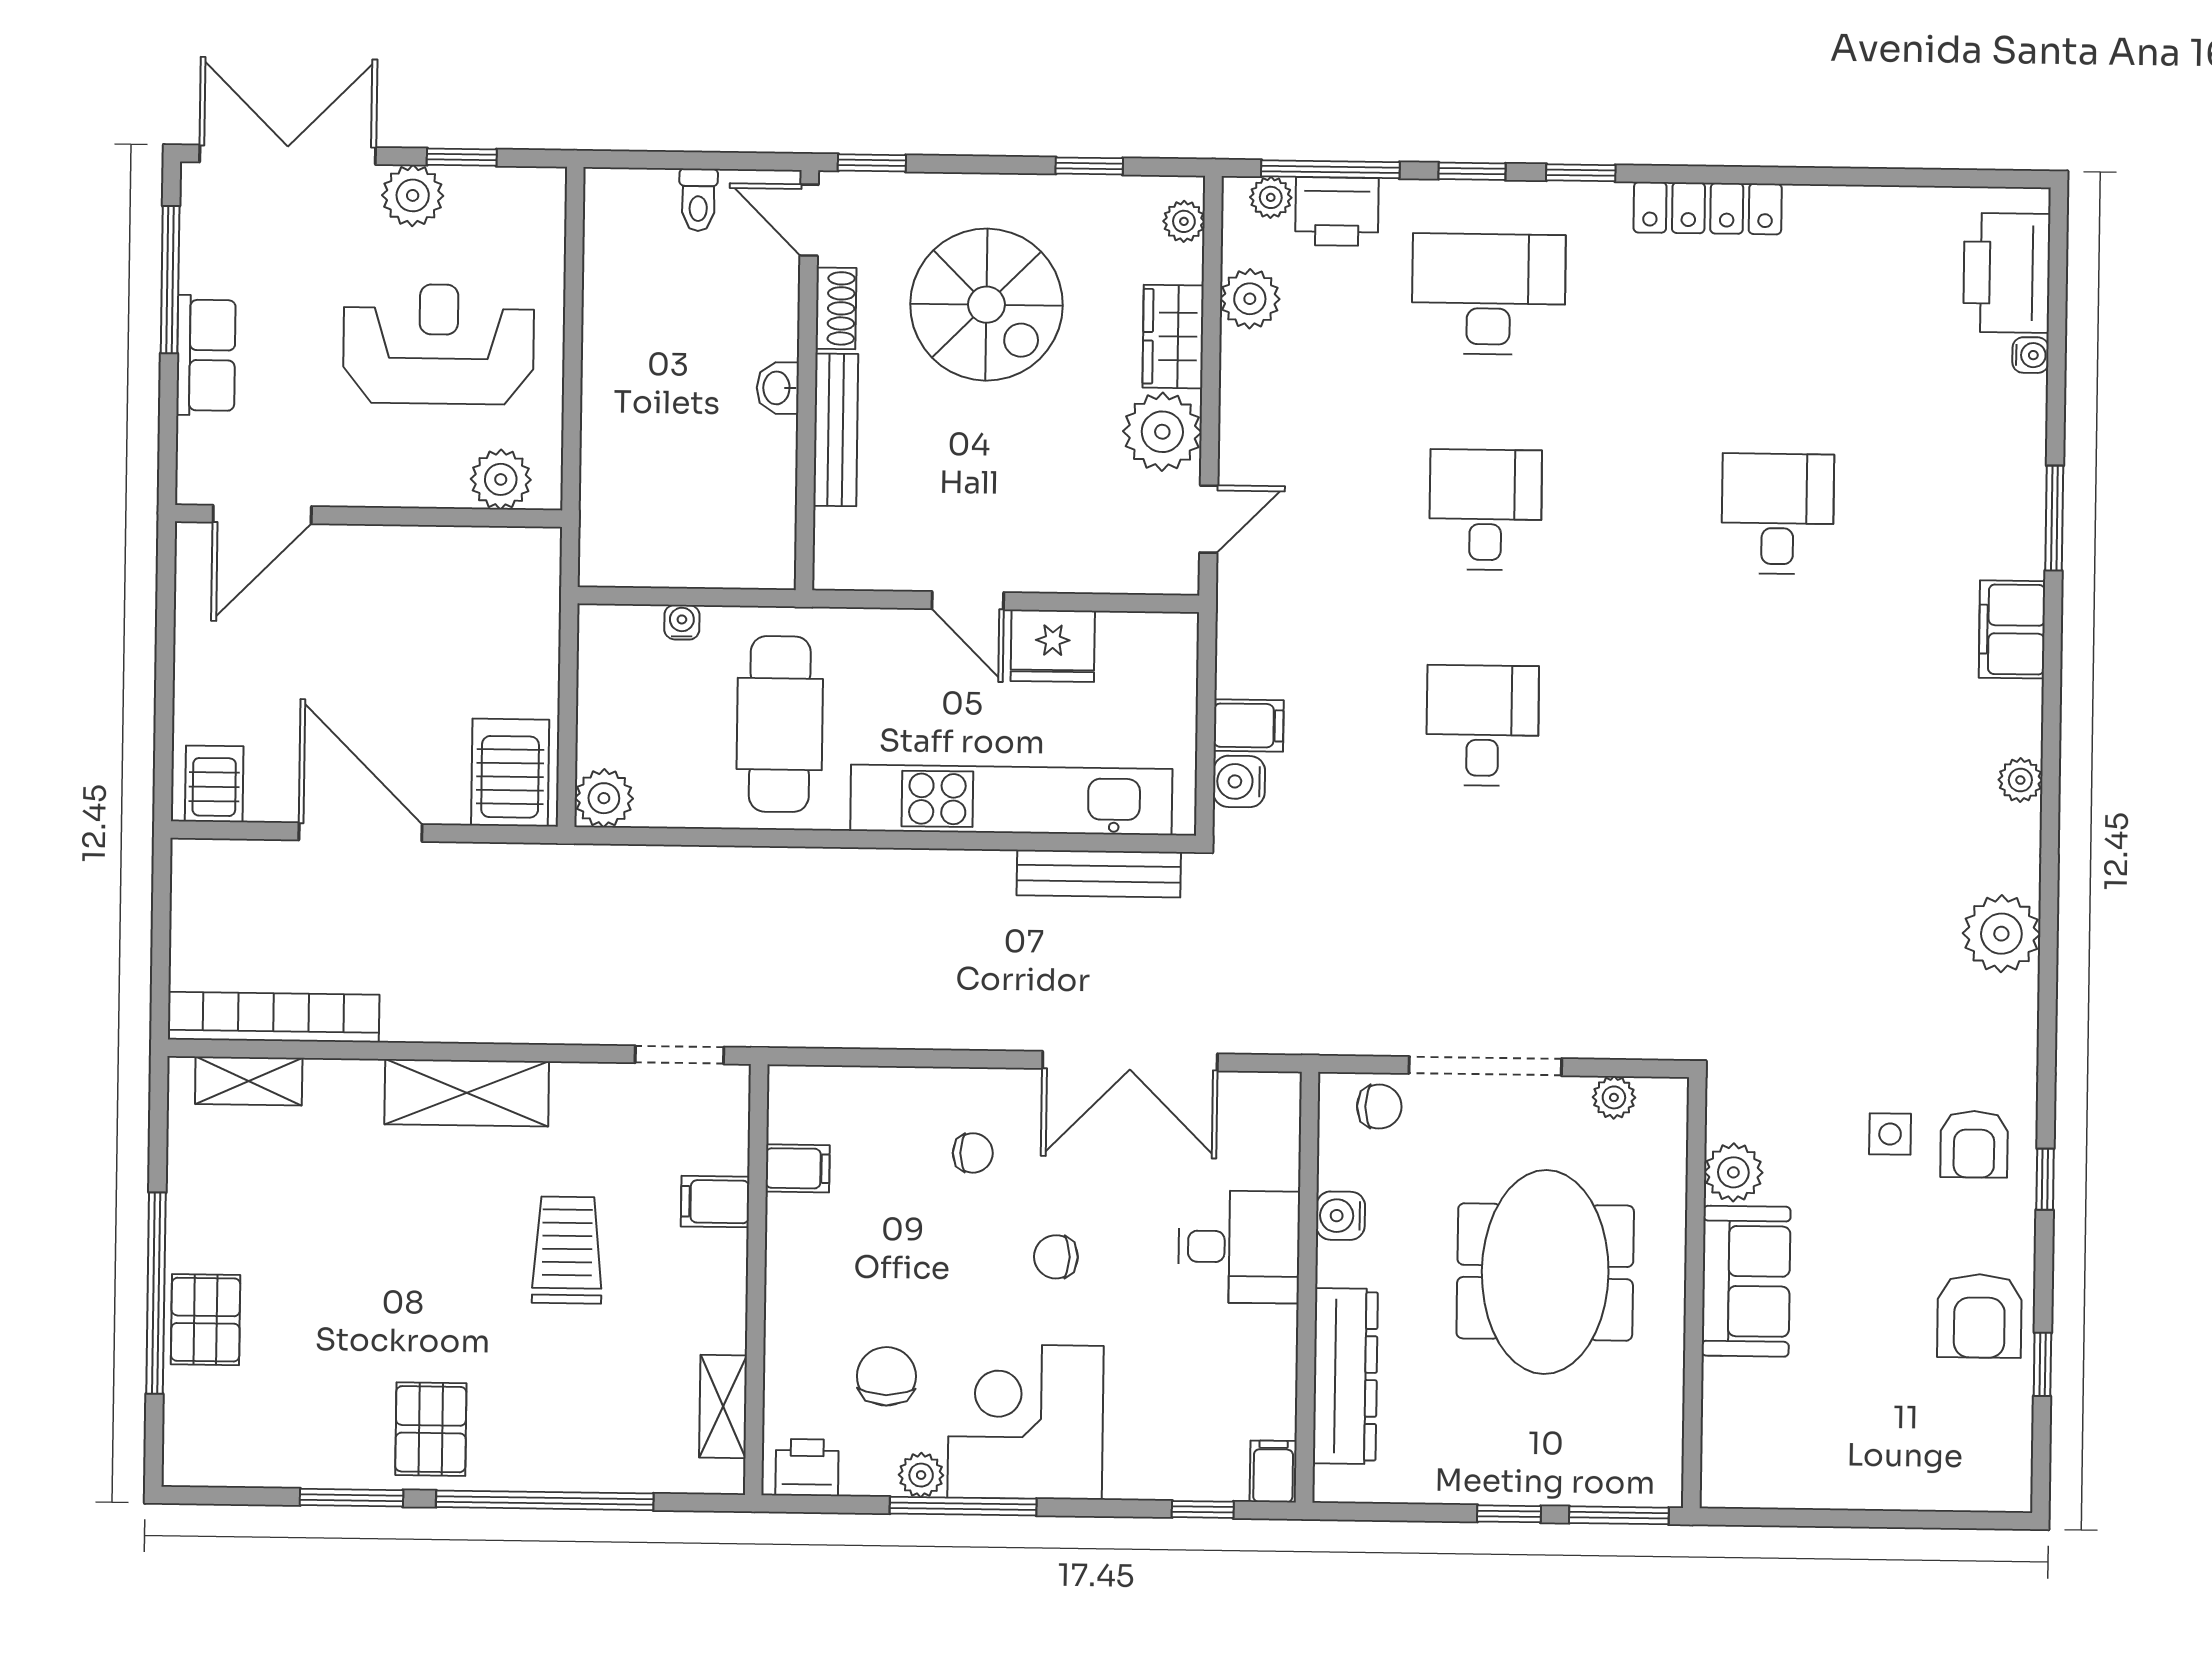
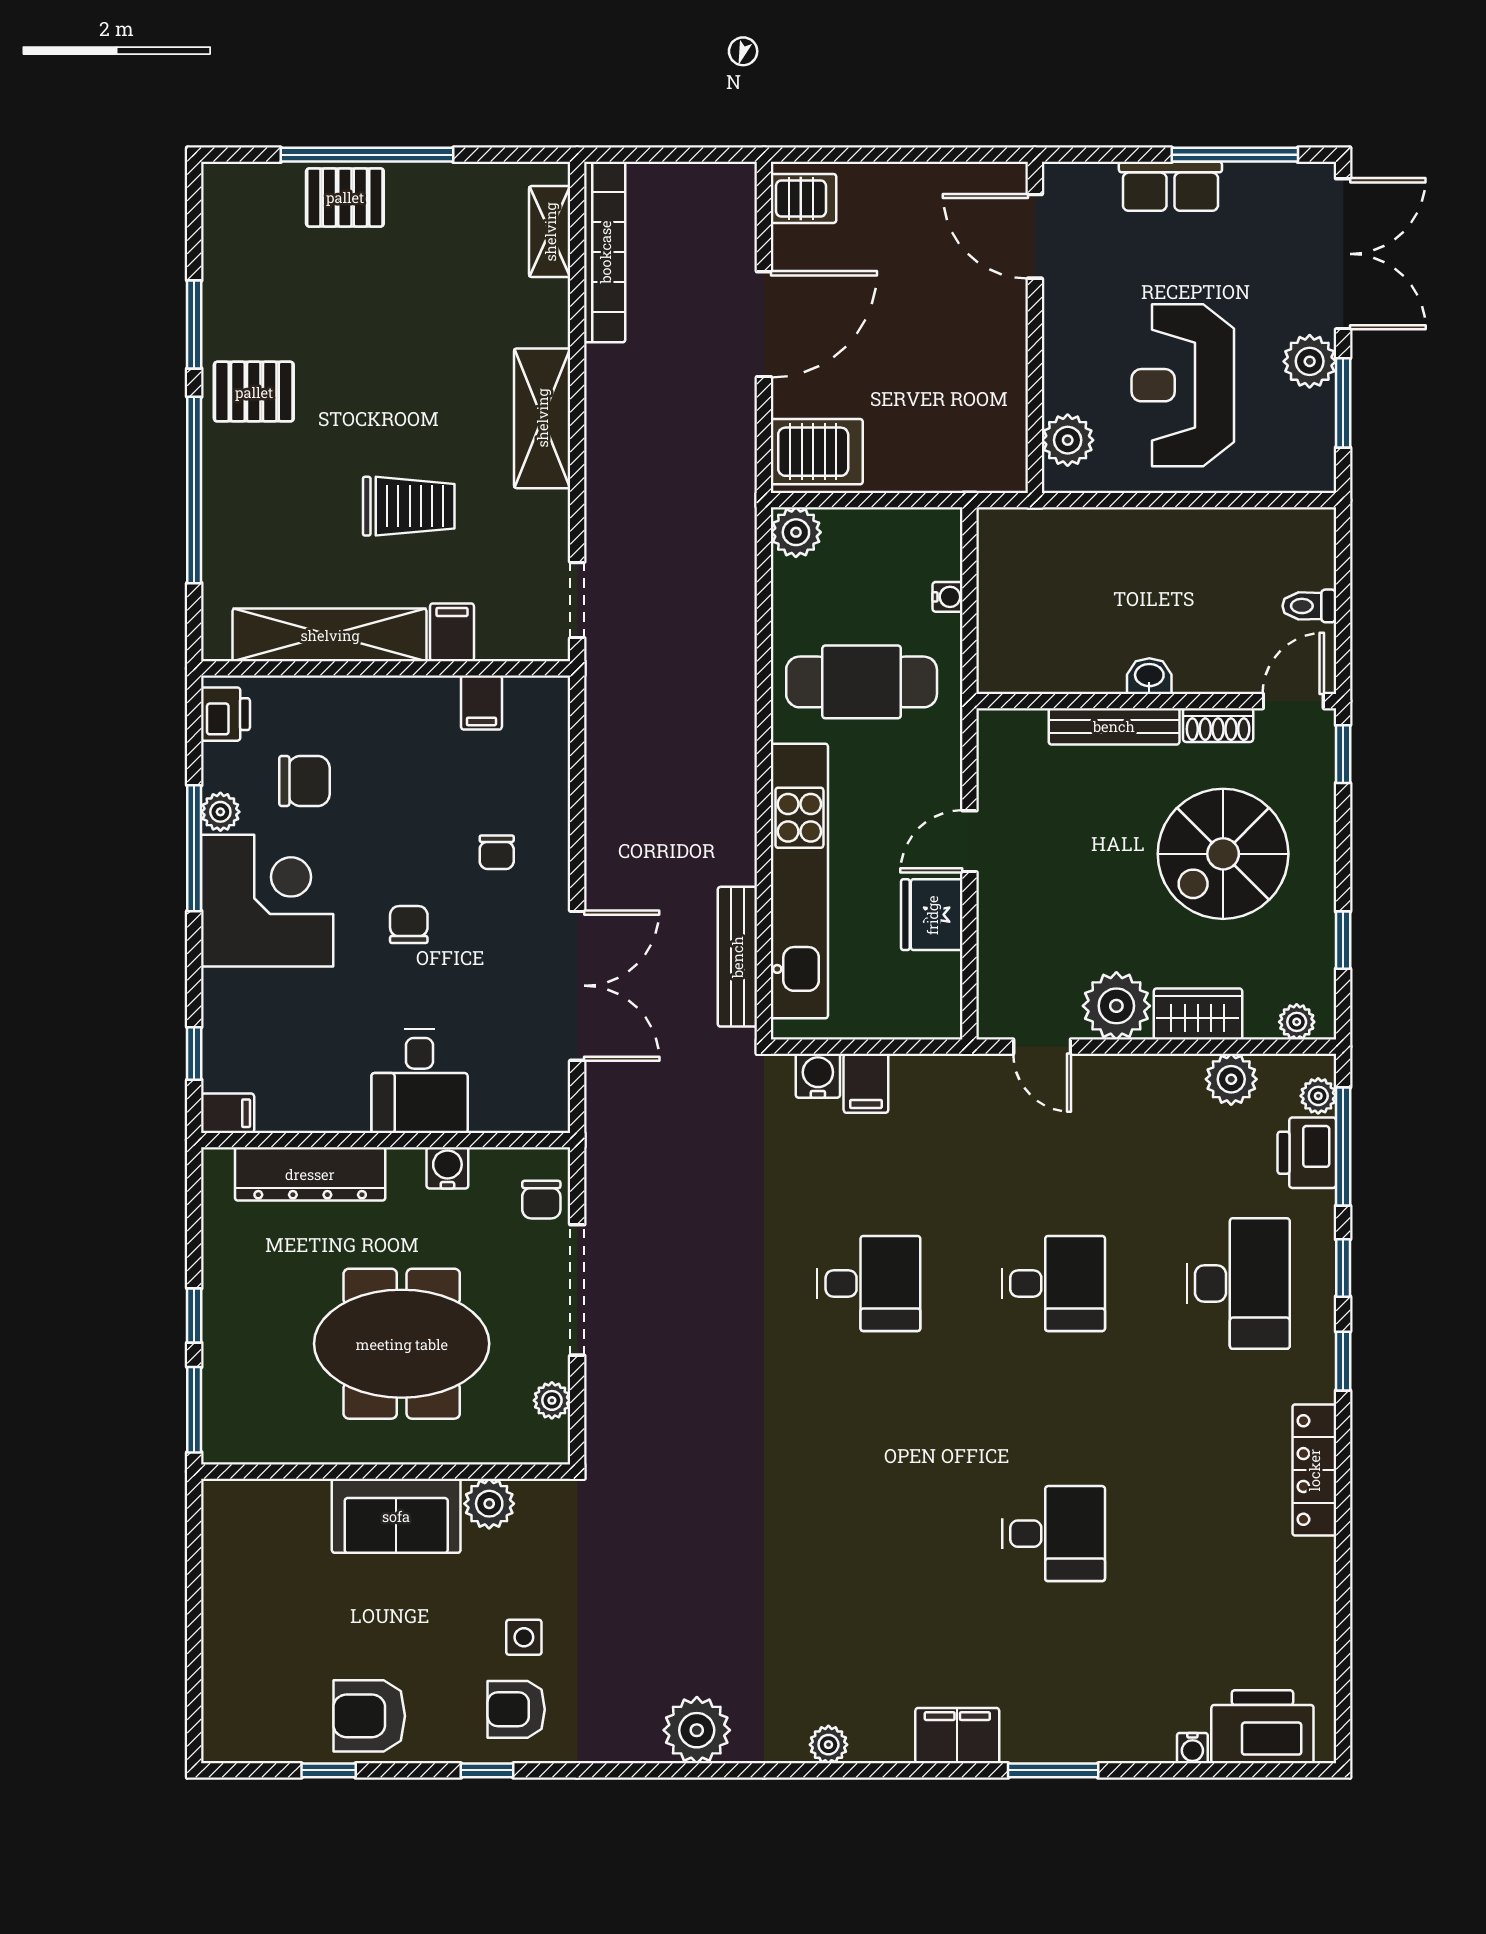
window: (462, 157) -> (1343, 403), width x1.50
reception desk: (438, 344) -> (1183, 385), turned 180
double door: (1130, 1061) -> (577, 986), swing flipped
shelving: (723, 1407) -> (330, 635), width x2.20, depth x1.33

